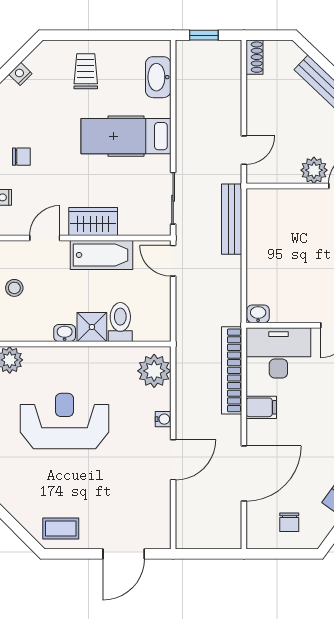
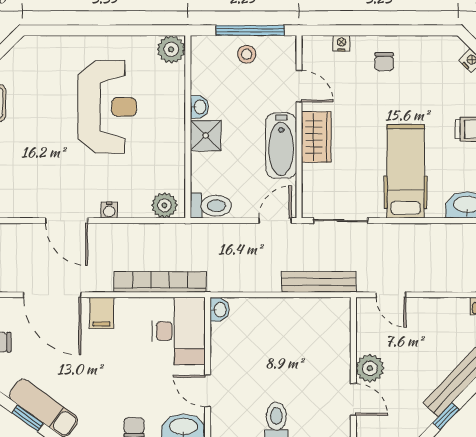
toilet: (120, 322) -> (211, 206), moved
plant: (154, 371) -> (164, 205), width x0.73, depth x0.73
filing cabinet: (261, 407) -> (102, 313), moved

